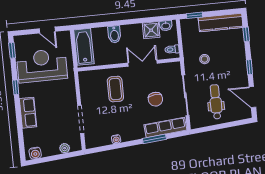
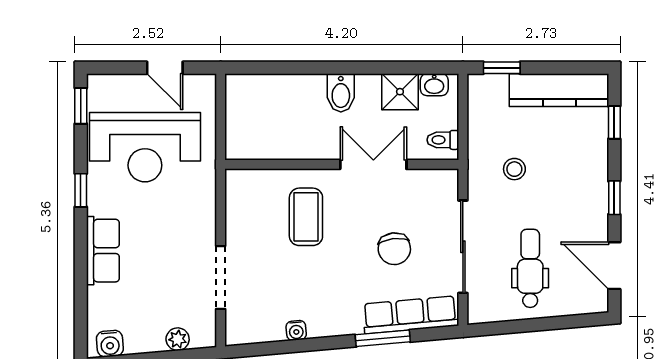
bidet: (114, 34) -> (341, 93), moved
bathtub: (84, 47) -> (244, 114), removed
reception desk: (42, 66) -> (145, 147), turned 180

